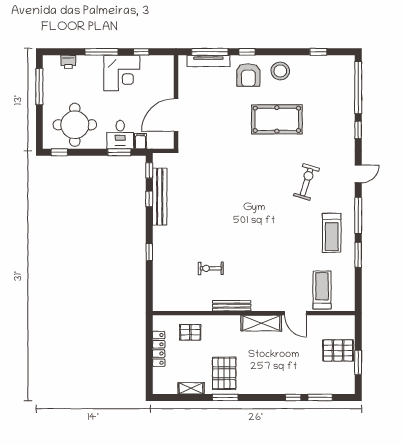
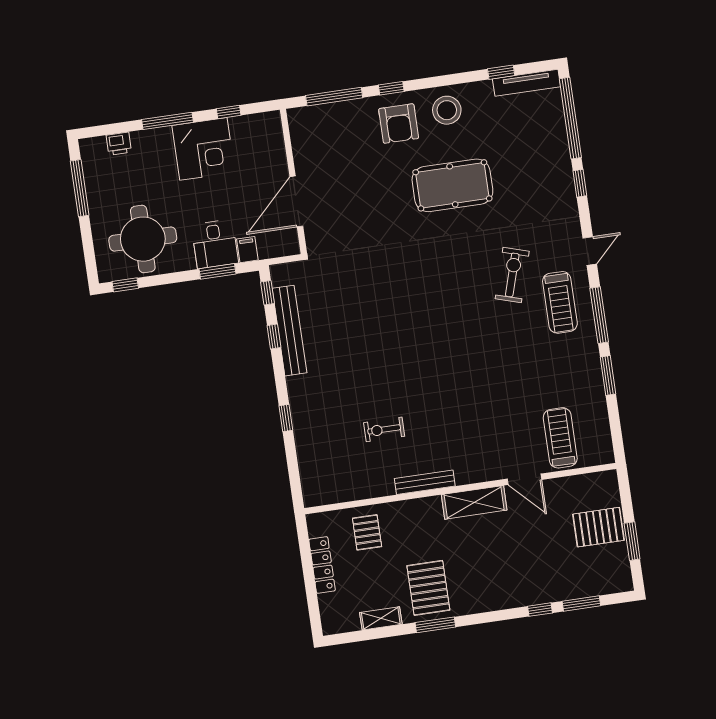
tv unit: (208, 61) -> (527, 83), moved
treadmill: (332, 233) -> (560, 302), moved
pallet: (190, 332) -> (367, 532), turned 90

